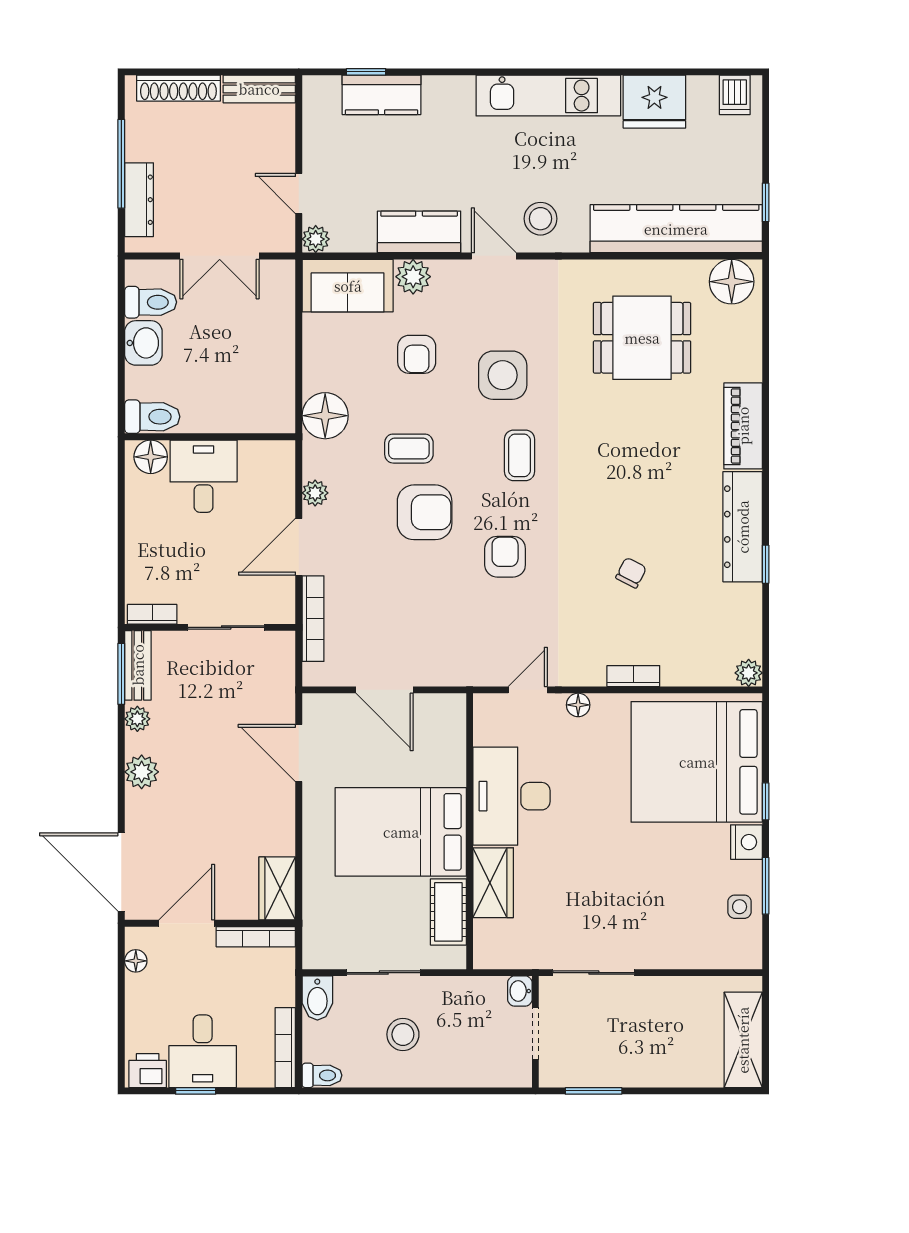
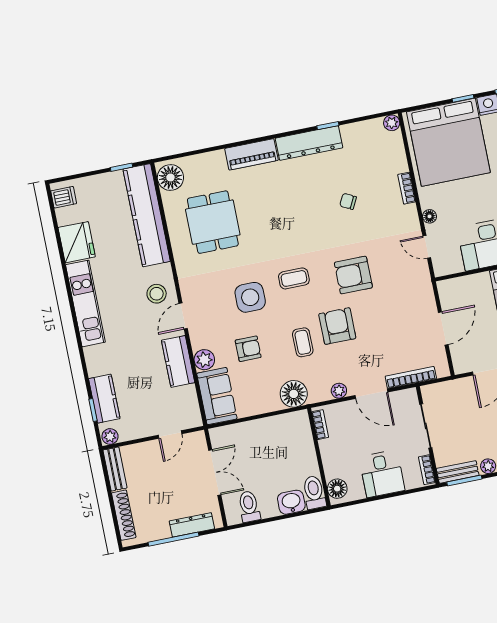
plant: (316, 239) -> (110, 436), moved
washbasin: (143, 343) -> (291, 502), moved
bookcase: (264, 450) -> (320, 425), added
desk: (204, 476) -> (382, 474), moved, turned -90
armchair: (505, 557) -> (353, 275), width x1.38, depth x1.38

